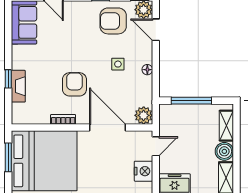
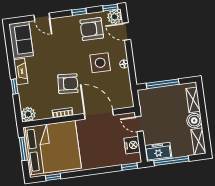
side table: (118, 64) -> (100, 63), width x1.87, depth x1.87
armchair: (74, 84) -> (68, 84), turned 94
fireplace: (18, 86) -> (21, 72), moved
plant: (144, 115) -> (28, 114), moved
door: (156, 146) -> (139, 124), swing flipped

